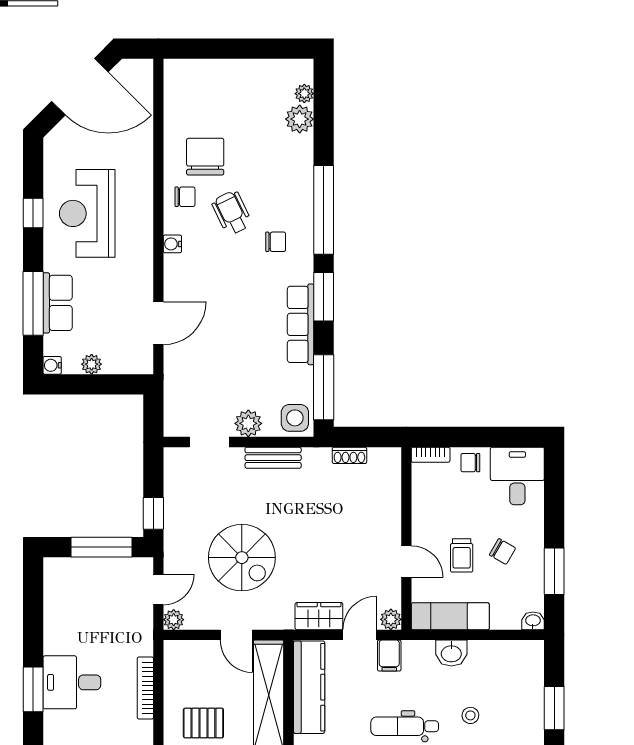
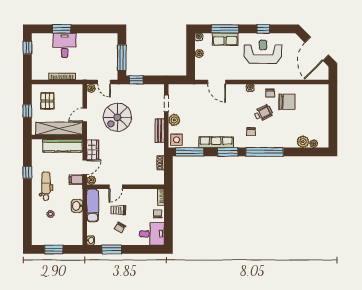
door: (360, 635) -> (85, 167), hinge flipped

